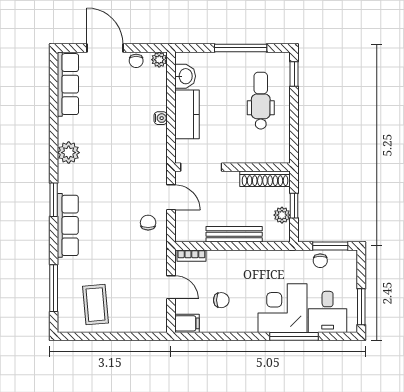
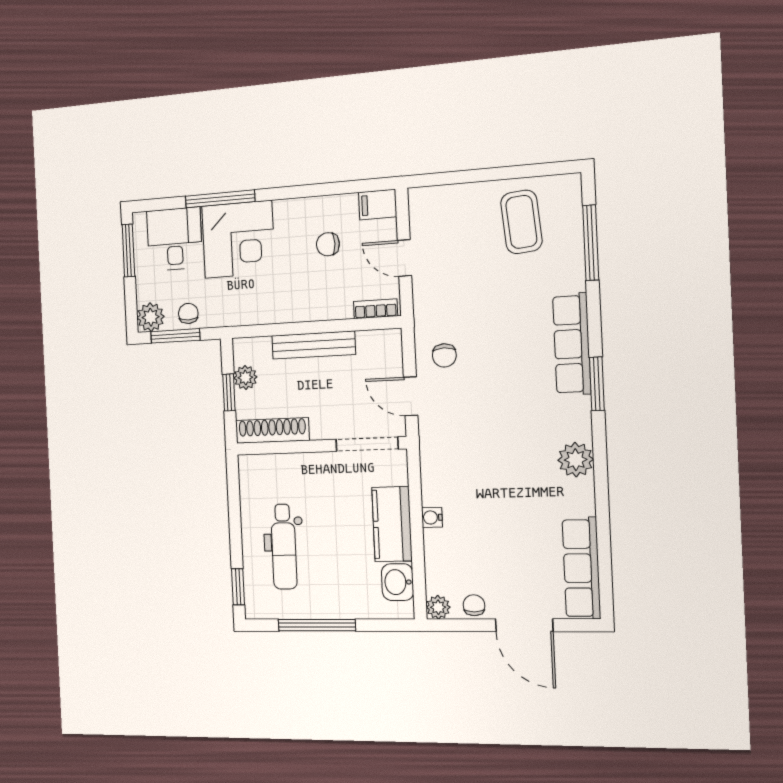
plant: (347, 260) -> (151, 317), added

